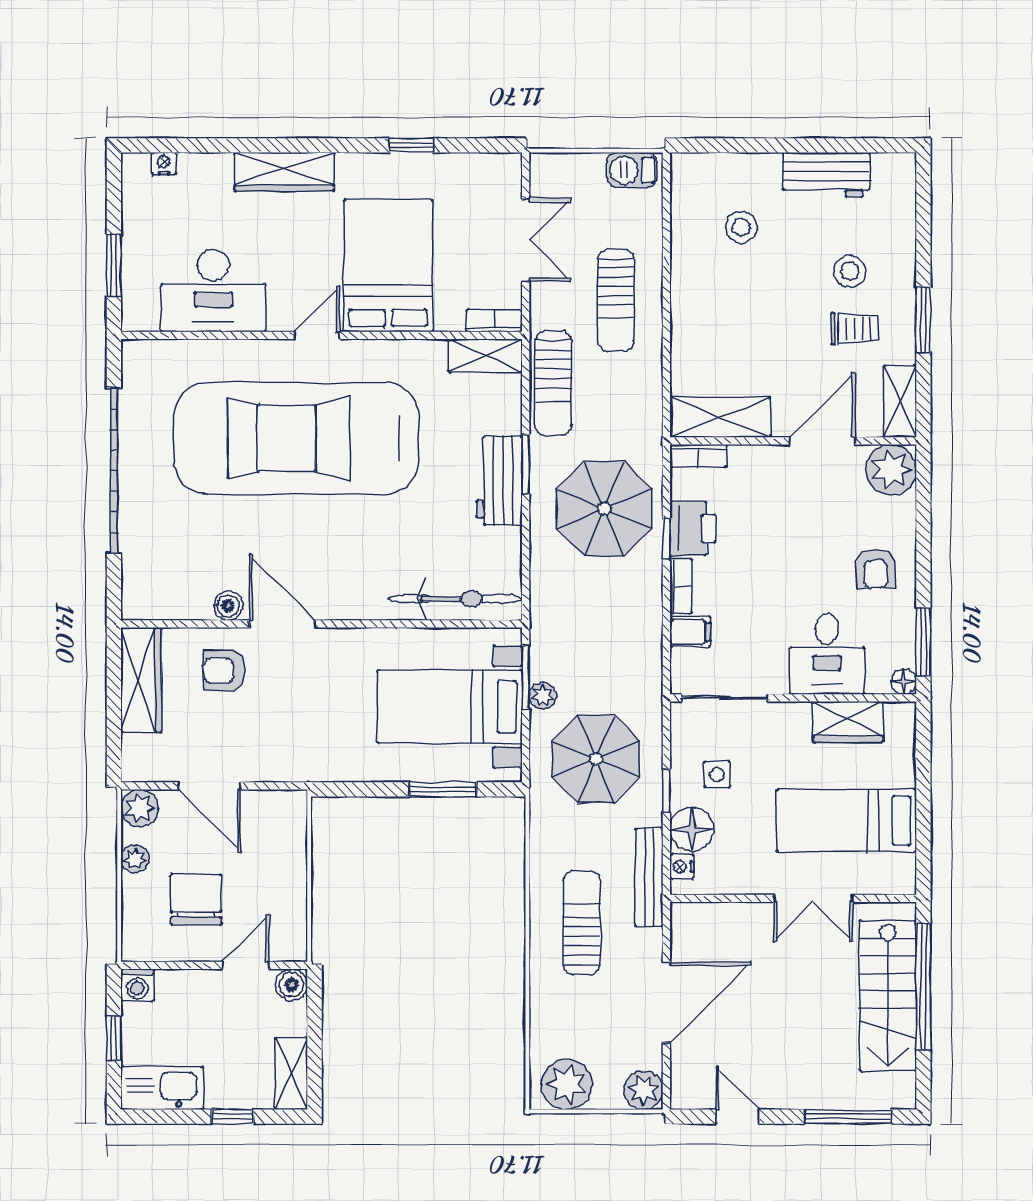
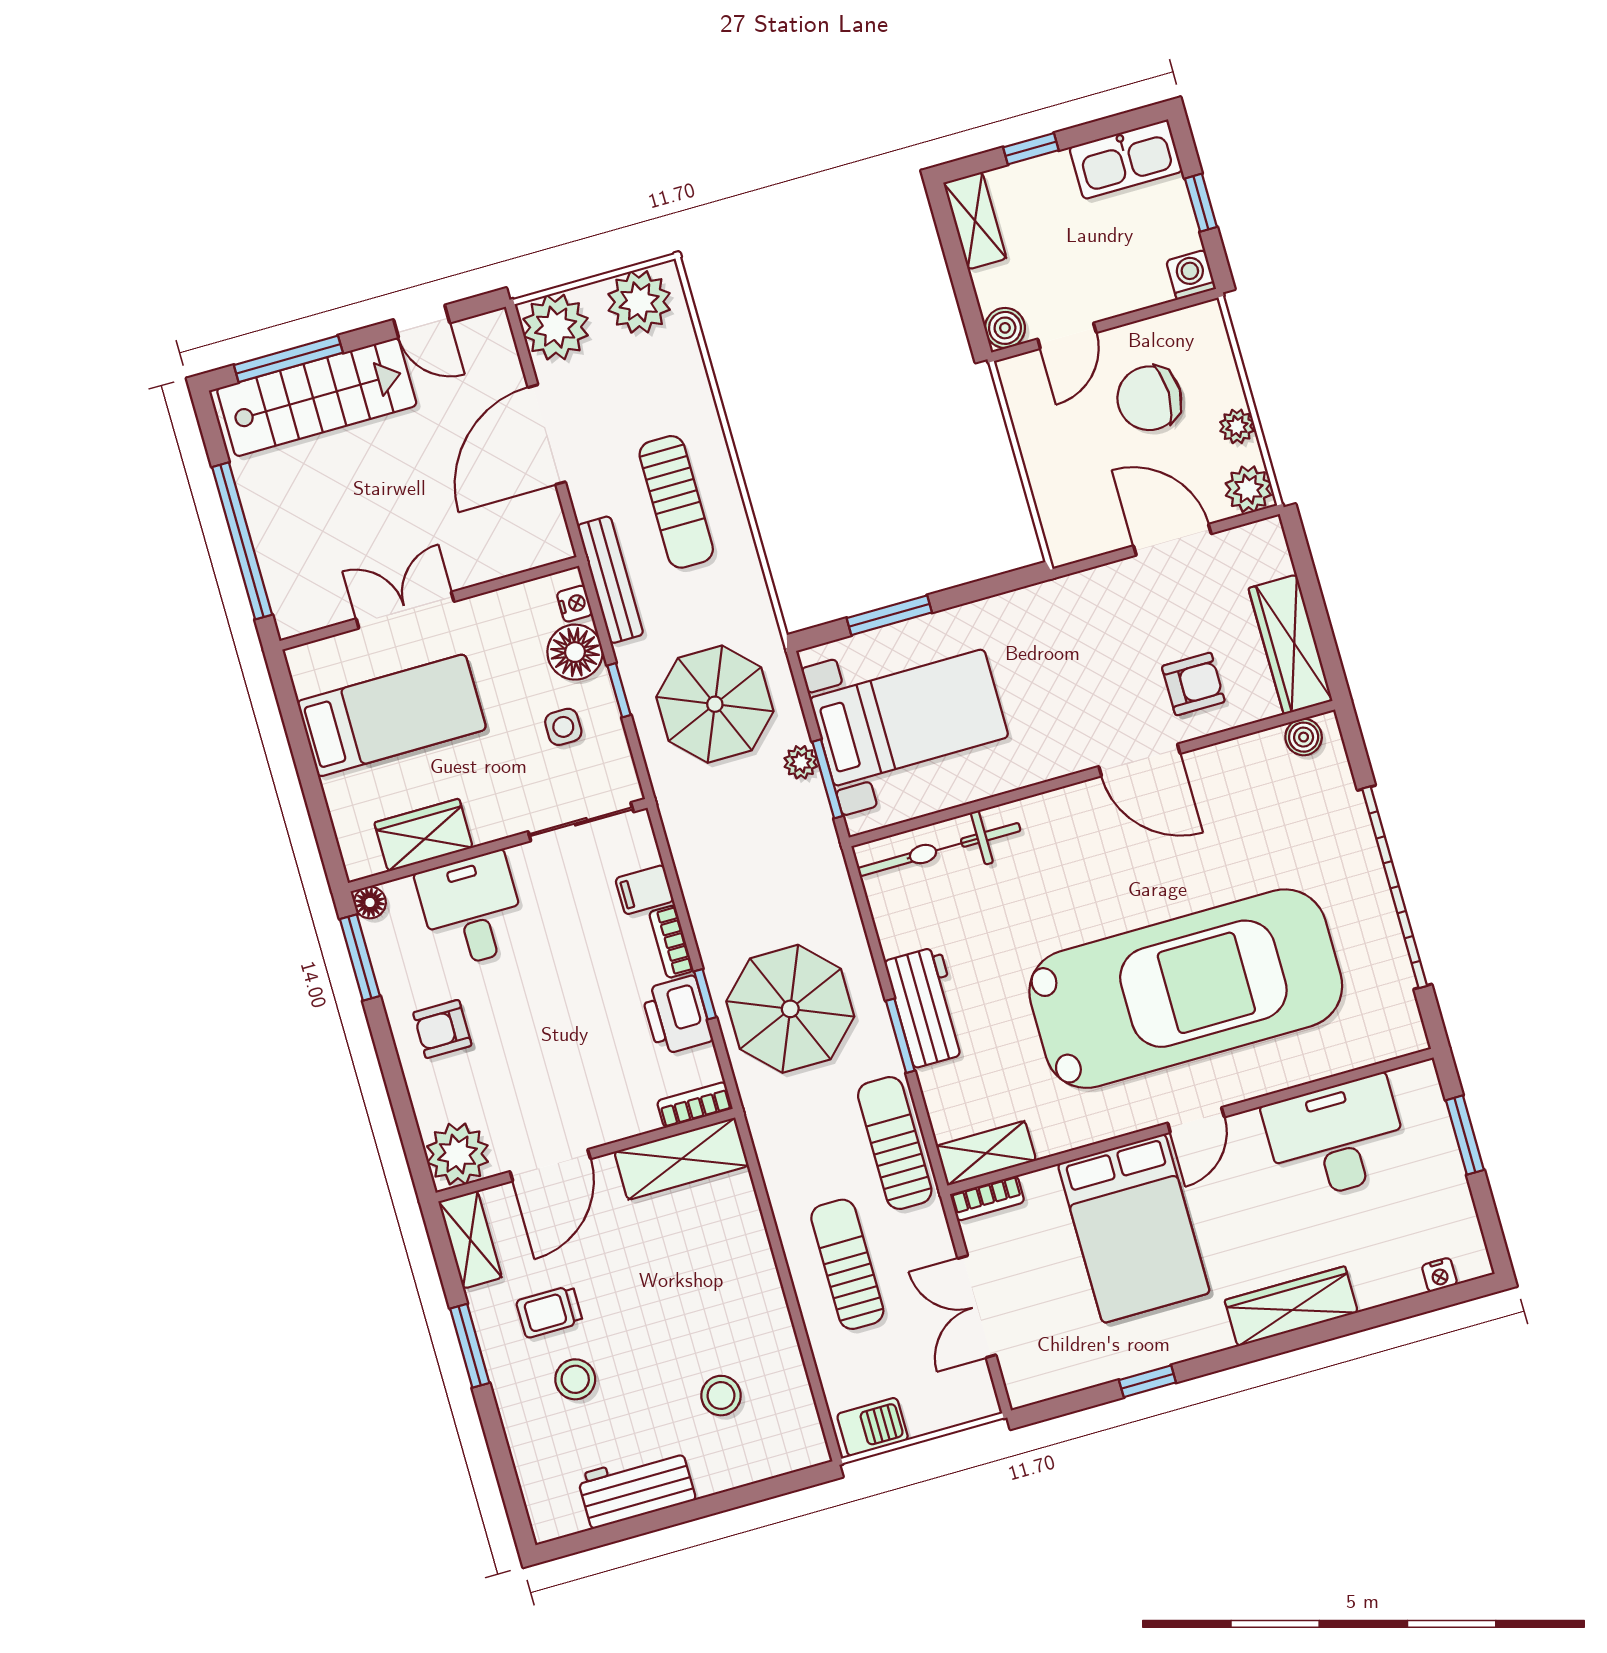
armchair: (876, 569) -> (442, 1029), turned -90
boiler: (228, 606) -> (1304, 737), moved
chair: (196, 899) -> (1149, 398), turned 90
stairs: (888, 996) -> (317, 397), moved, turned 90
plant: (643, 1090) -> (556, 327), width x1.36, depth x1.36

